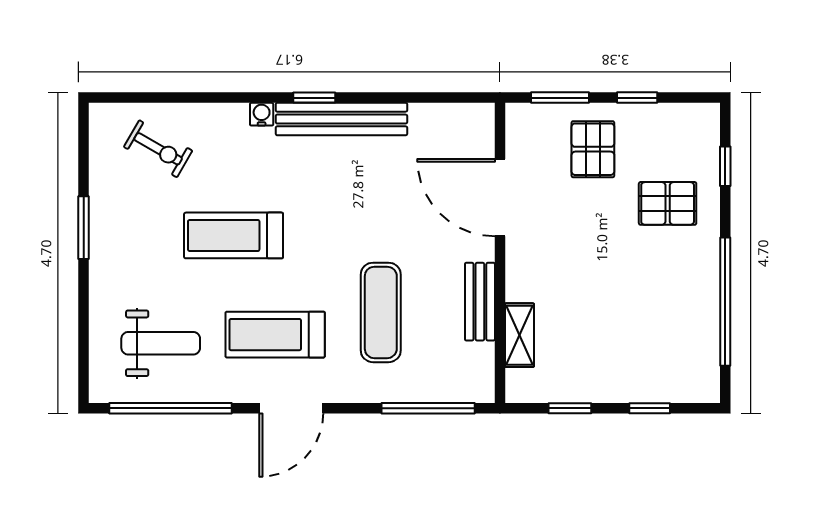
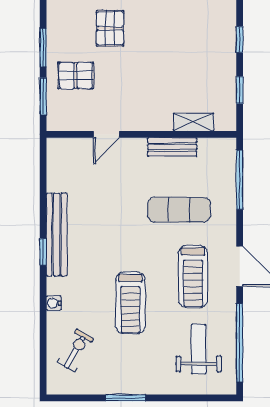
window: (637, 98) -> (43, 48), width x1.50
water cooler: (262, 114) -> (54, 303), moved
door: (500, 198) -> (106, 134), width x0.53

